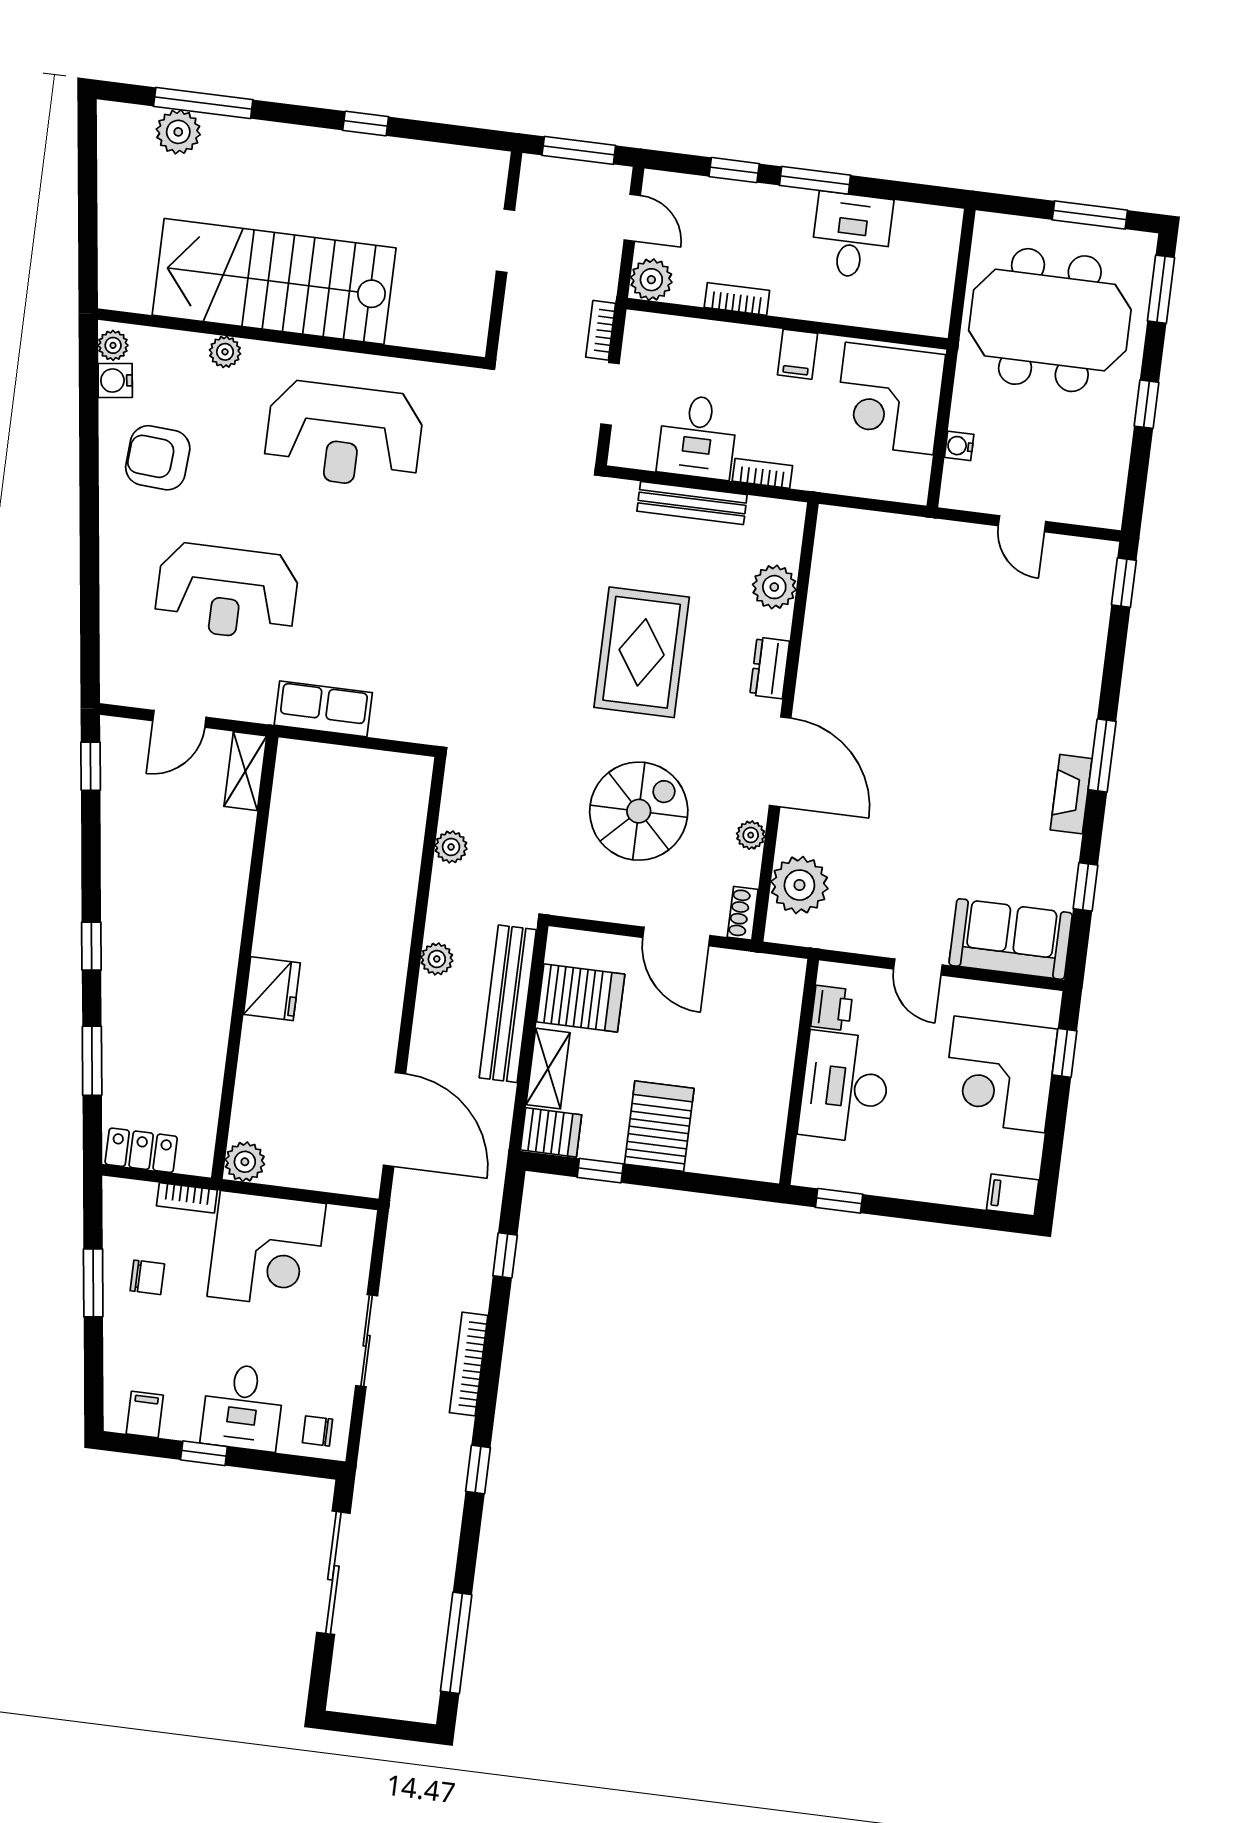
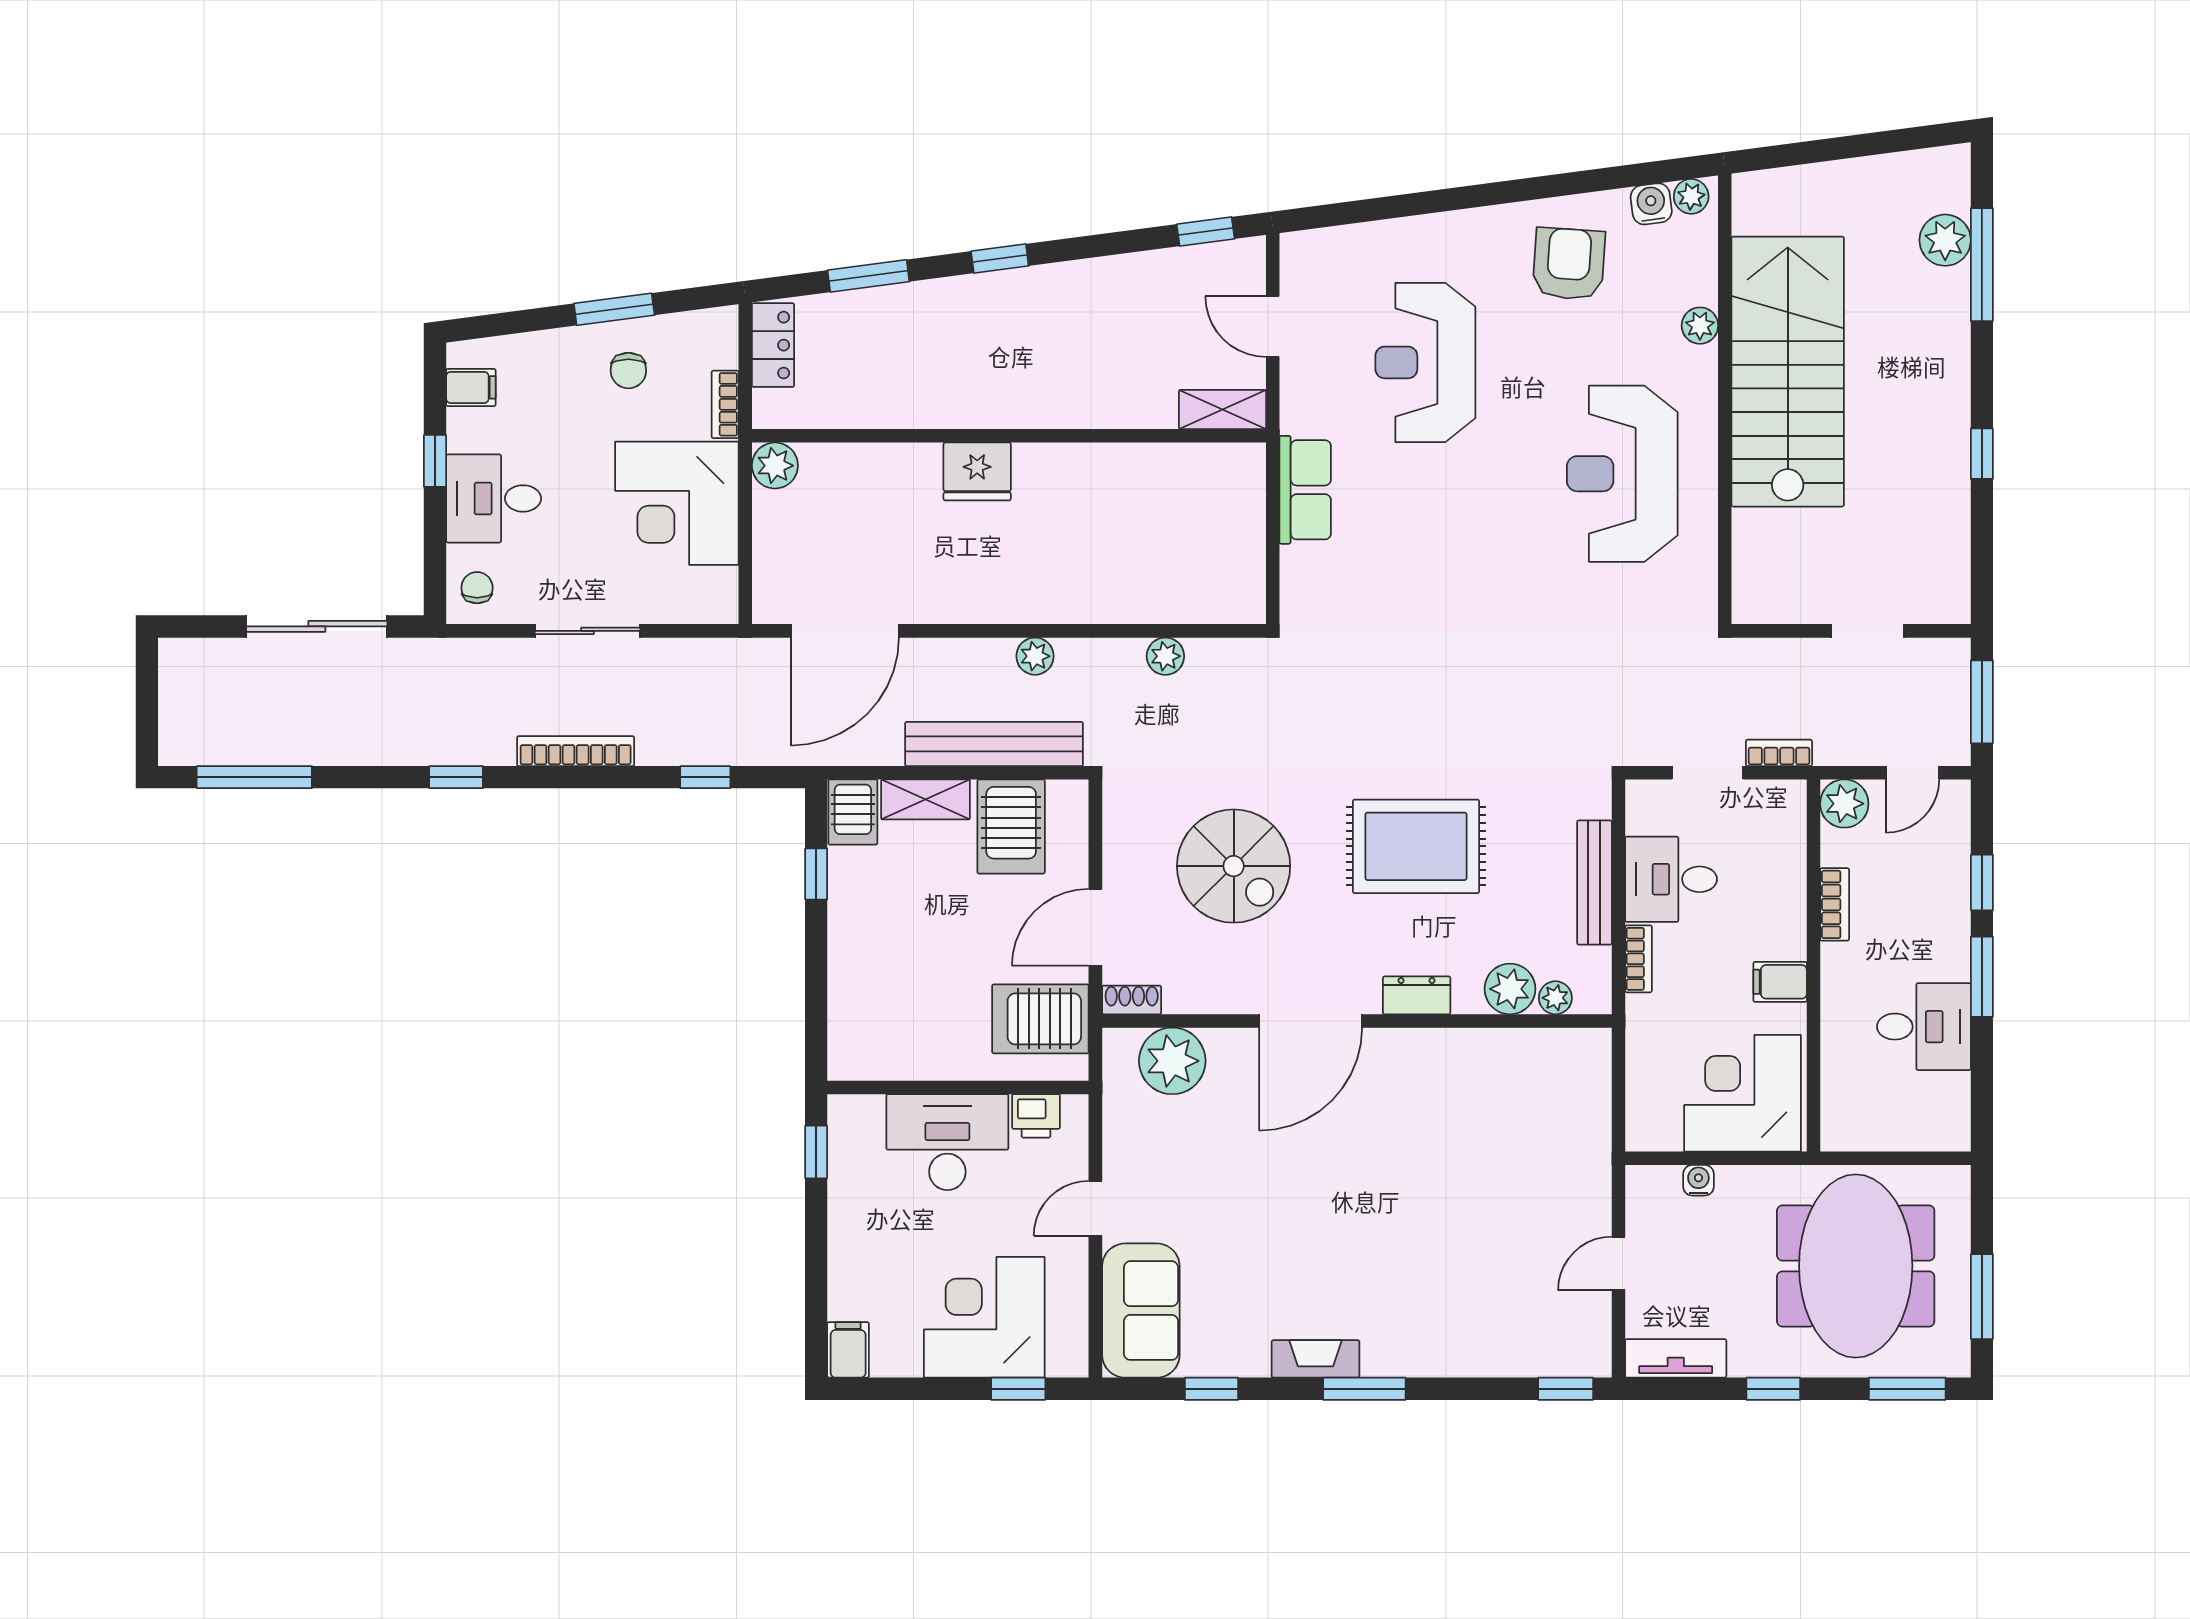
tv unit: (1110, 485) -> (1676, 1358), added
plant: (751, 835) -> (1555, 998), moved
server rack: (659, 1126) -> (1040, 1019), moved, turned 180

